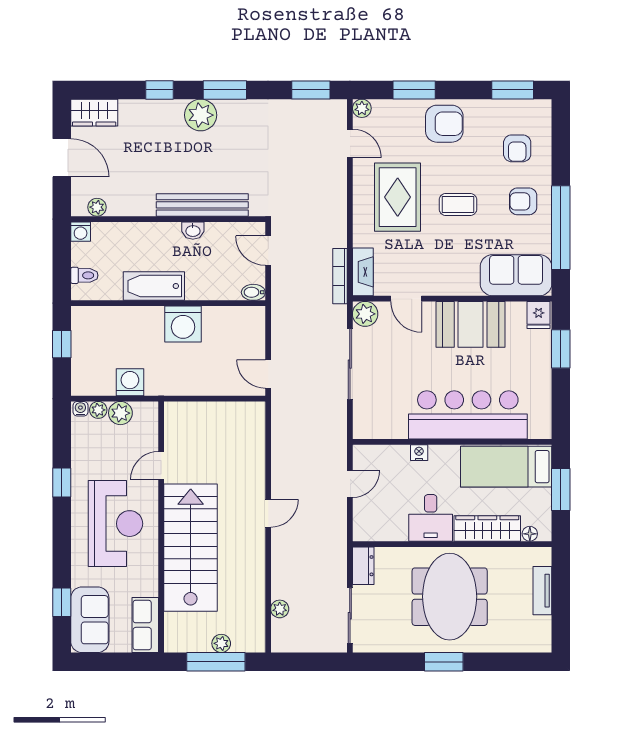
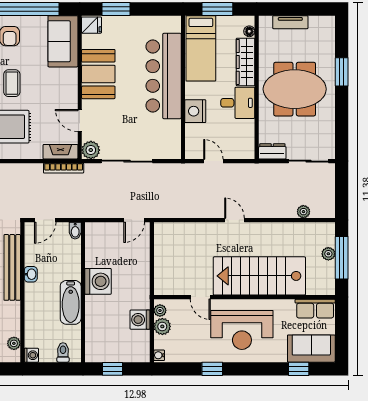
door: (406, 299) -> (80, 120), swing flipped
plant: (98, 410) -> (160, 311), moved
nightstand: (419, 453) -> (195, 111), width x1.89, depth x1.79
reception desk: (116, 524) -> (242, 330), turned 180
window: (444, 662) -> (342, 72), moved

